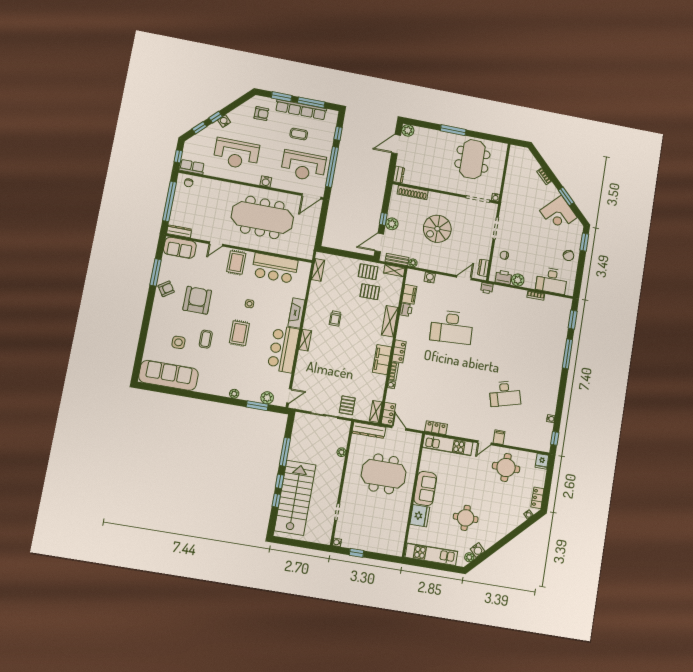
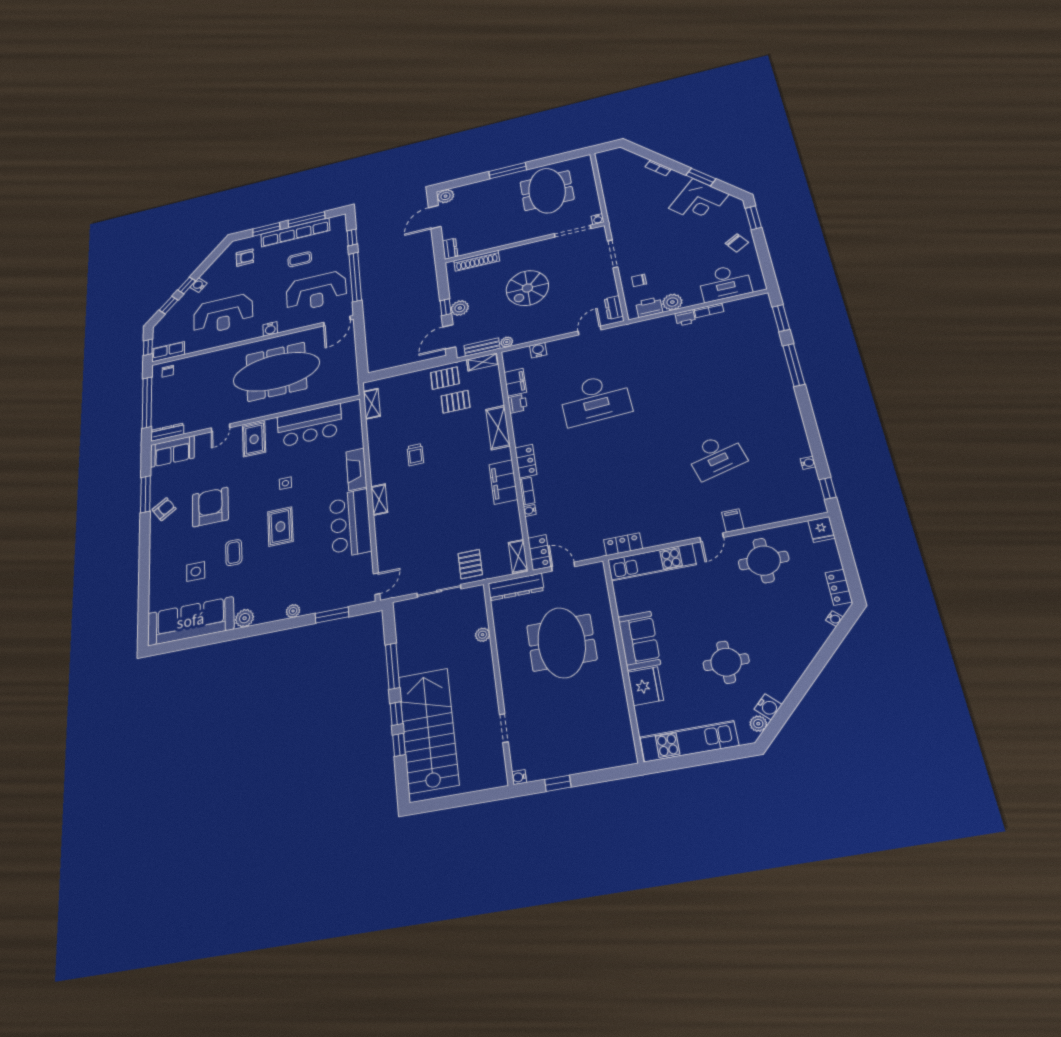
printer: (487, 288) -> (685, 318), moved
plant: (267, 398) -> (245, 618), moved
meeting table: (384, 474) -> (562, 643), turned 90

